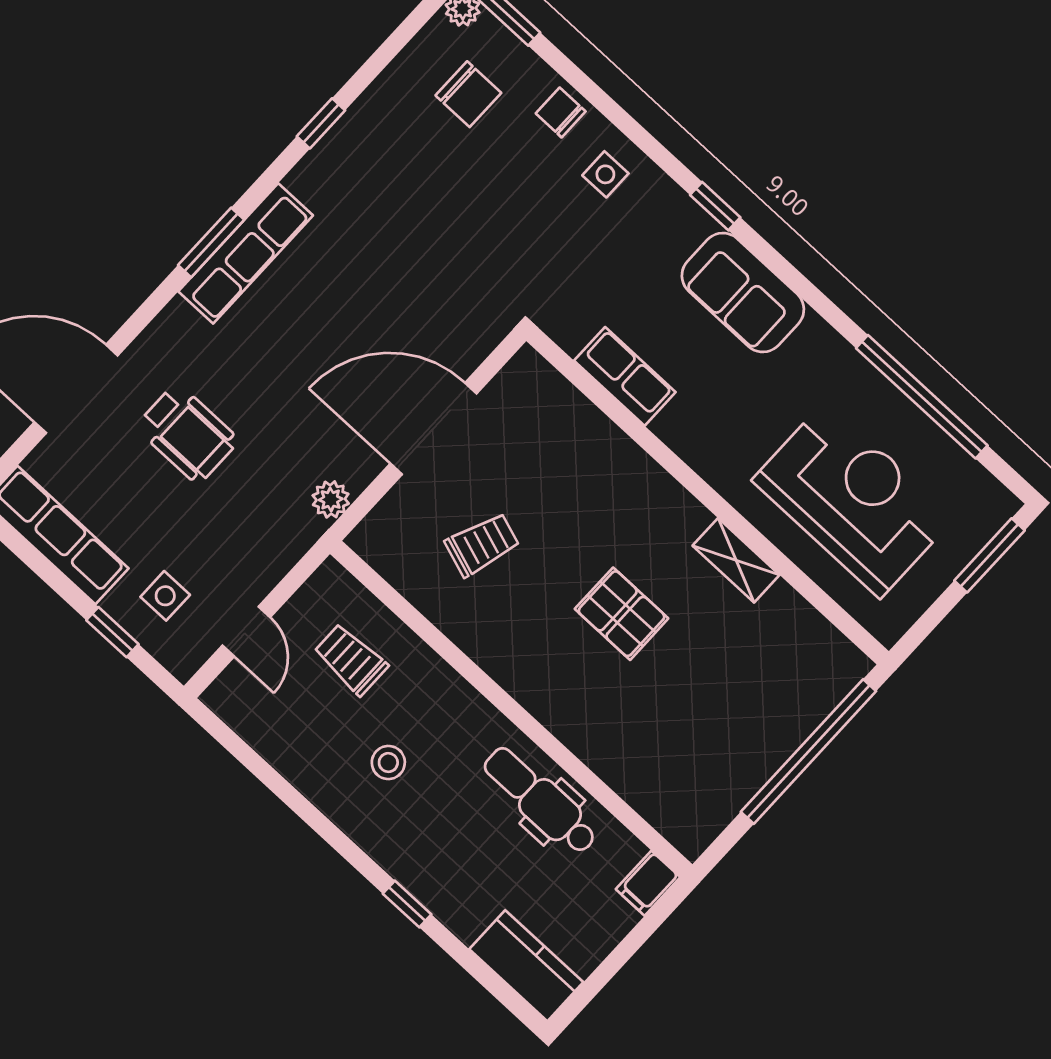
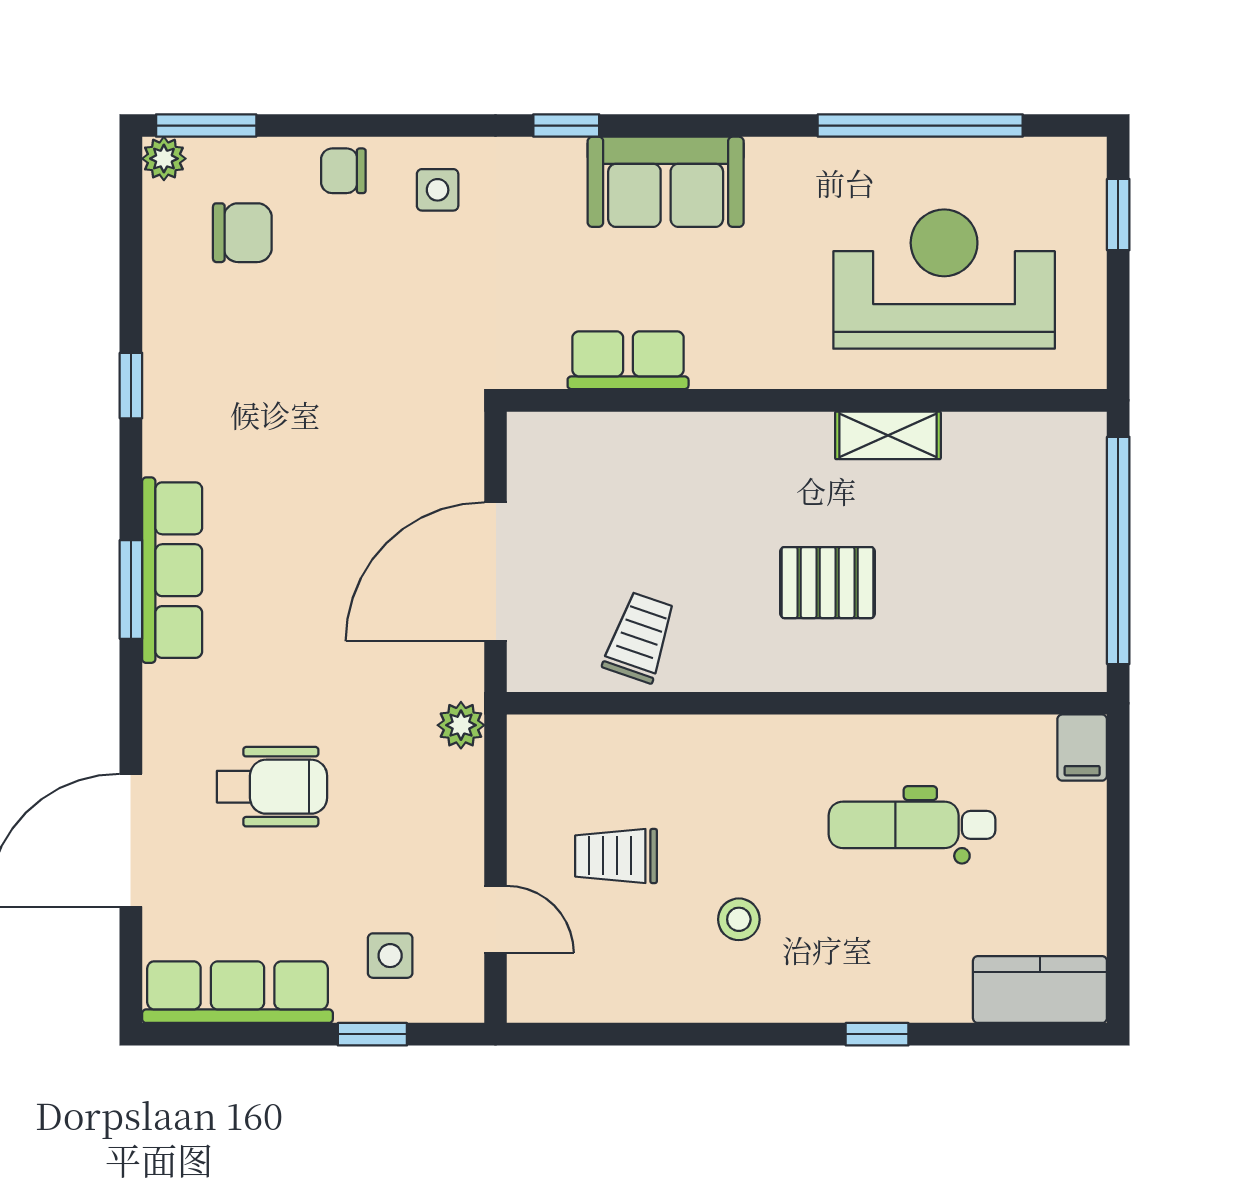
window: (989, 555) -> (1118, 215), width x0.67
wall: (511, 709) -> (807, 703), moved
filing cabinet: (648, 883) -> (1082, 748), moved

